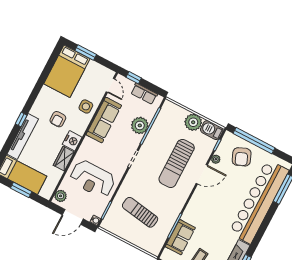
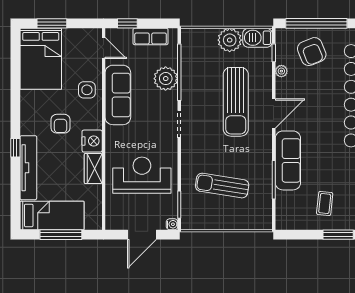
door: (202, 174) -> (274, 113), moved
reception desk: (92, 179) -> (142, 175), turned 180
window: (21, 190) -> (61, 235), width x1.44
plant: (61, 196) -> (113, 217), removed
sofa: (180, 237) -> (288, 160), moved, width x1.36

